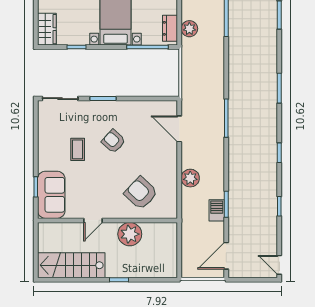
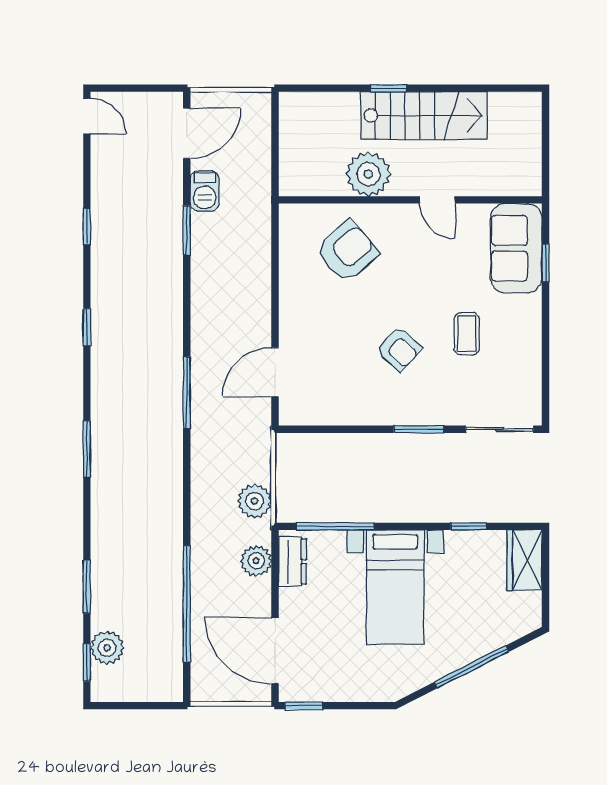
door: (179, 129) -> (275, 372), swing flipped
plant: (190, 178) -> (255, 501), moved
armchair: (141, 193) -> (347, 251), turned -84
barbecue: (217, 210) -> (205, 191), moved
door: (93, 220) -> (438, 200), swing flipped
stairs: (71, 265) -> (424, 116), moved

